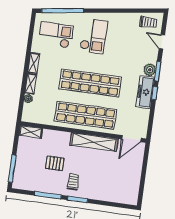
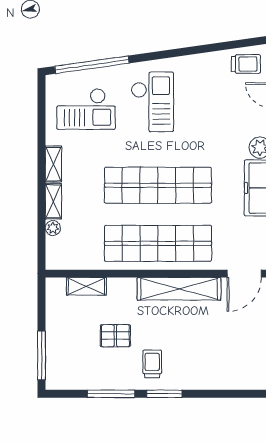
checkout: (56, 35) -> (86, 109), turned 180
shelving: (31, 132) -> (86, 286), moved

